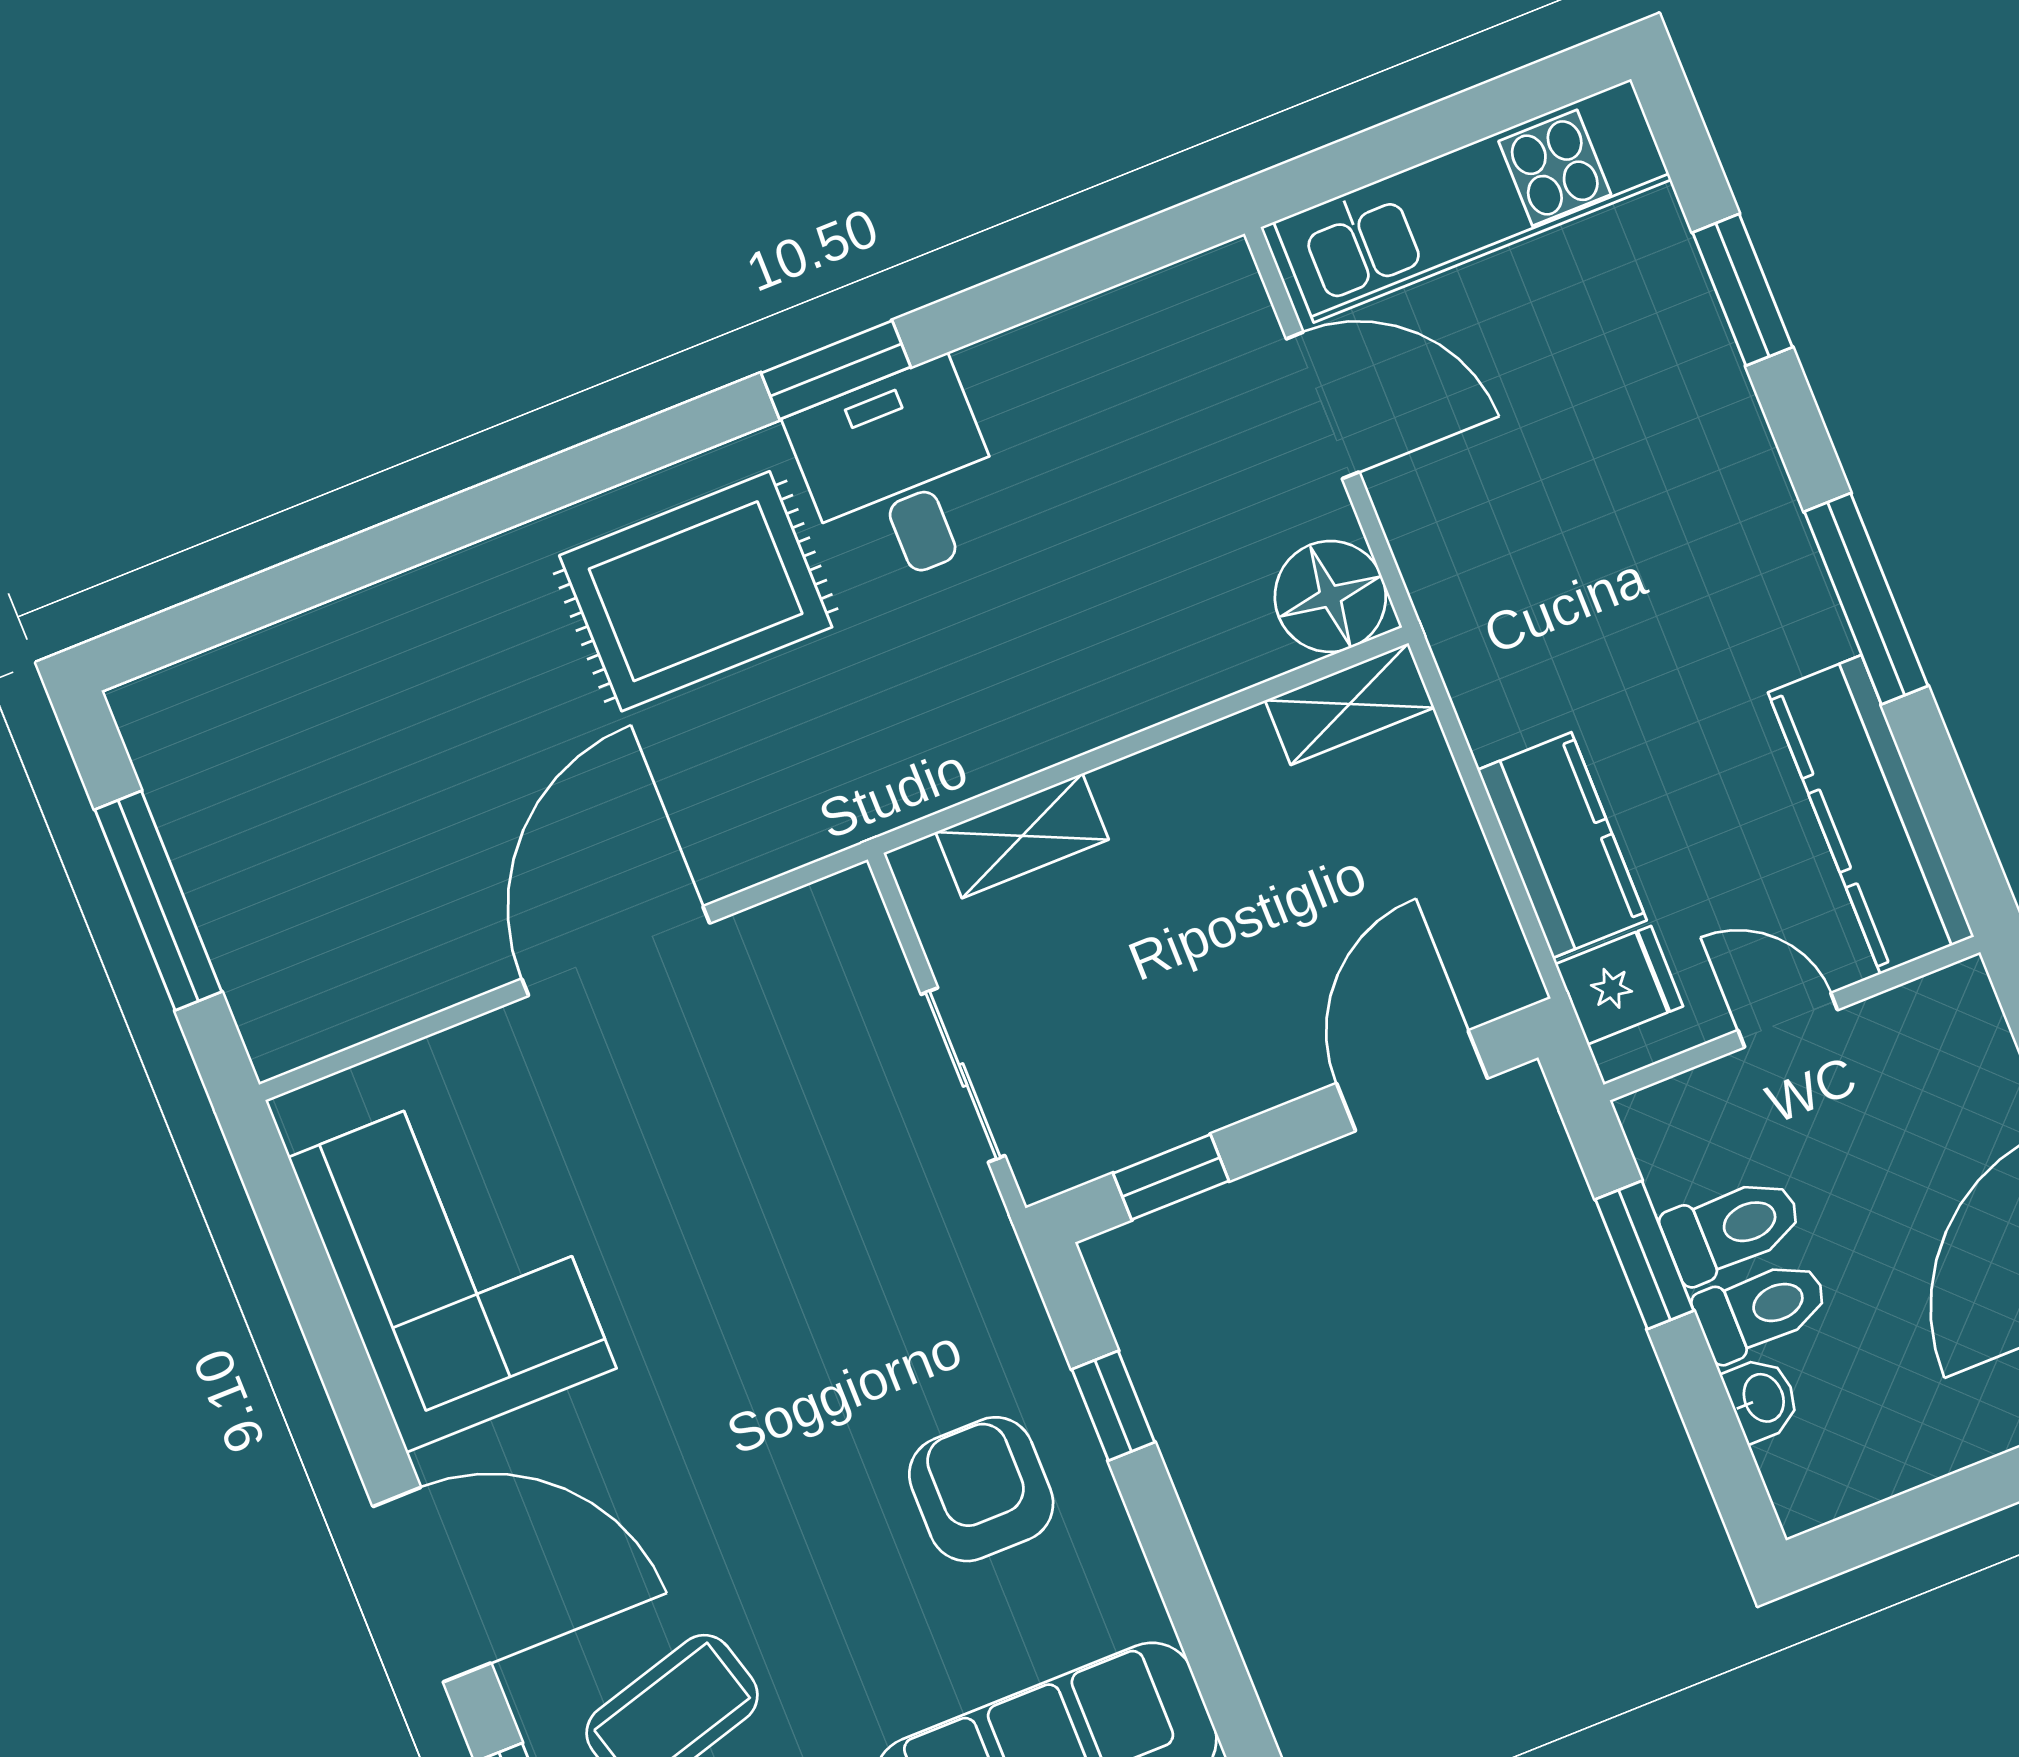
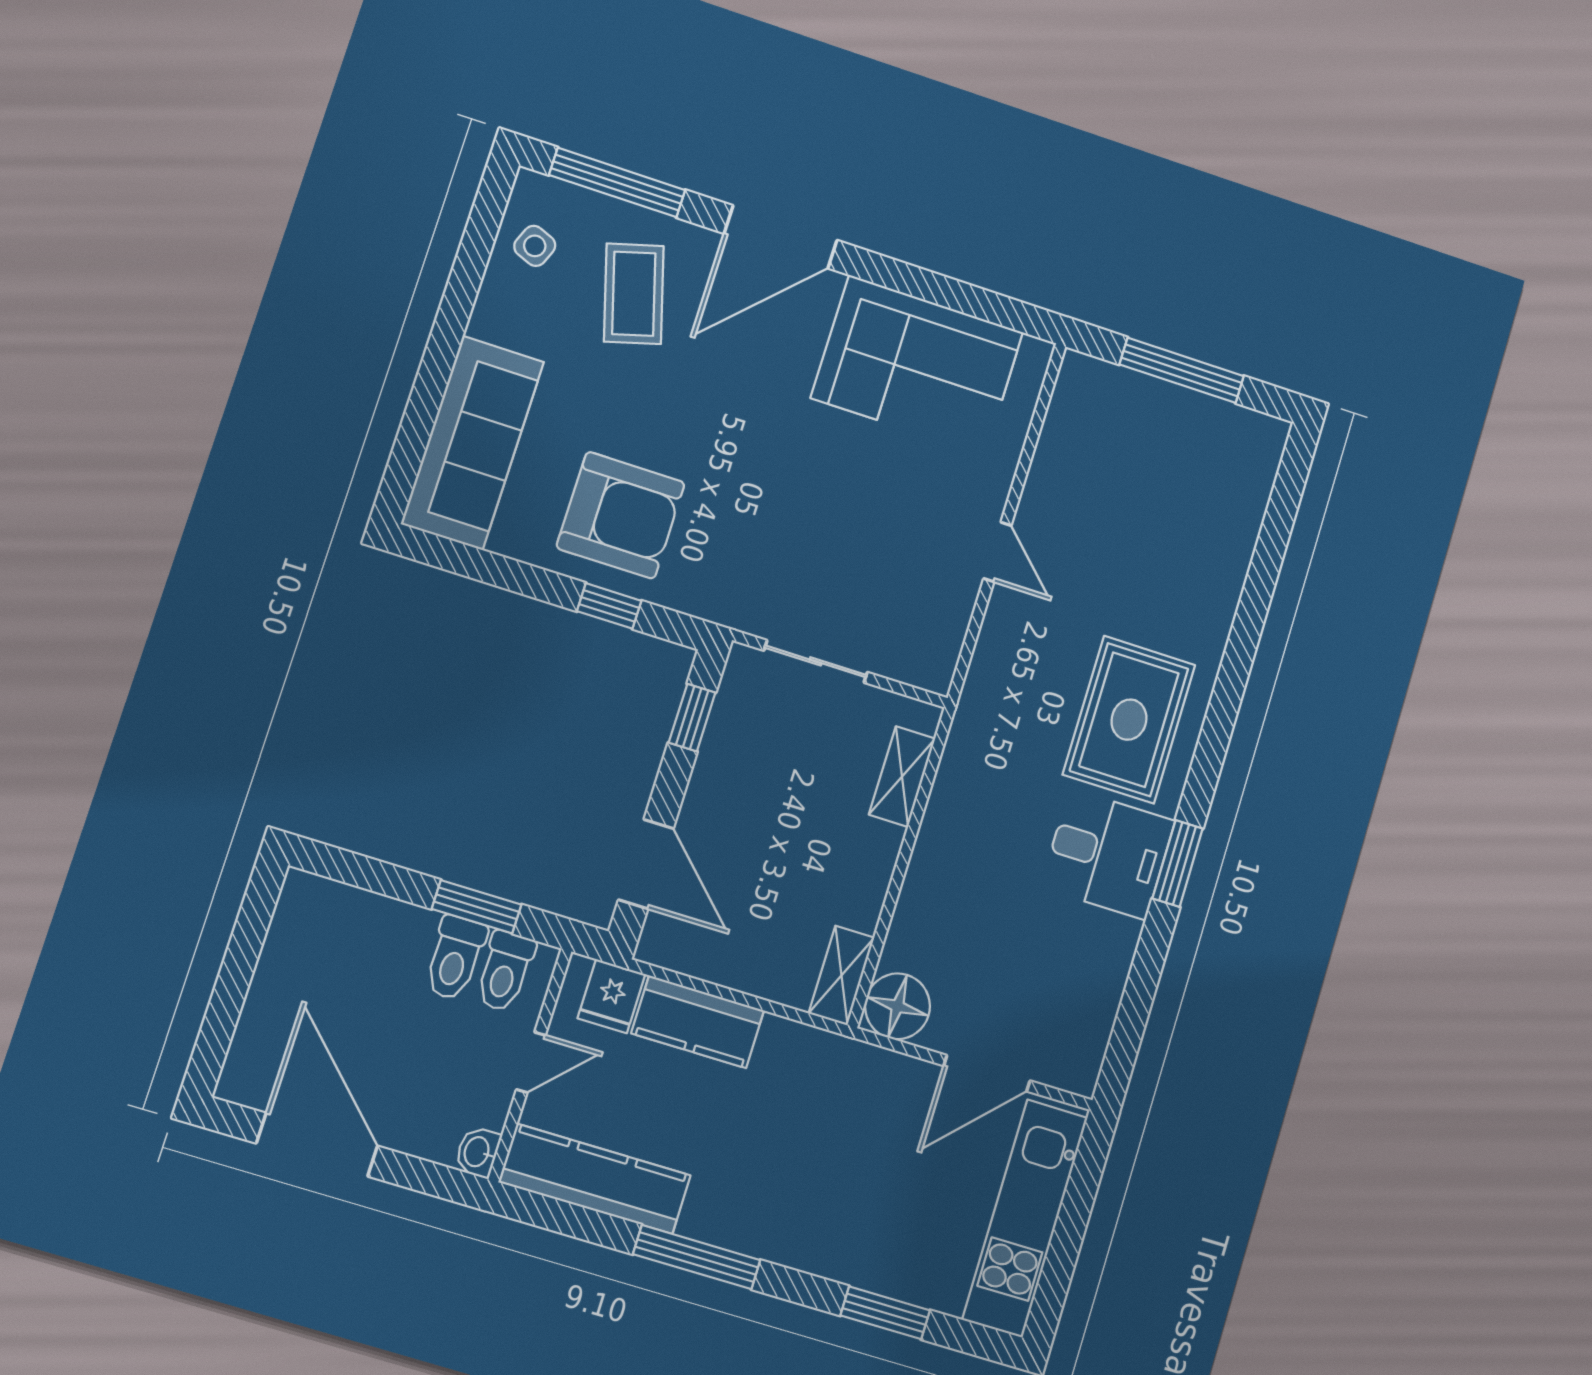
door: (616, 951) -> (997, 552), width x0.53
toilet: (1761, 1309) -> (505, 971), moved
washbasin: (1762, 1399) -> (478, 1152), moved, turned 90
armchair: (981, 1489) -> (621, 515), width x1.36, depth x1.36

